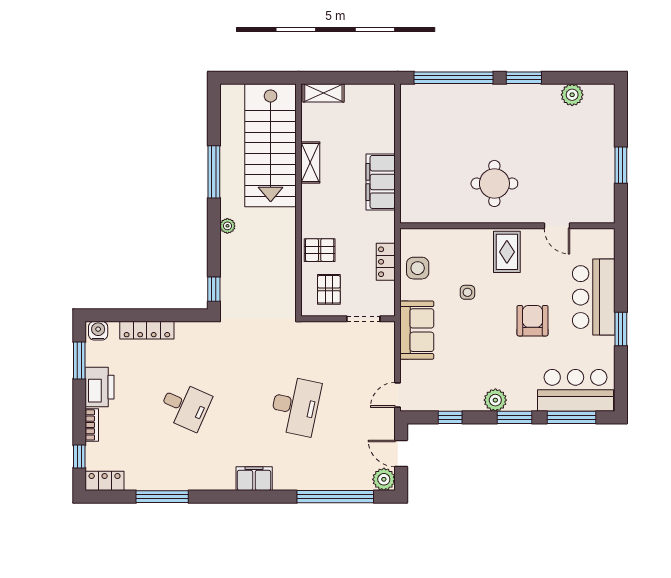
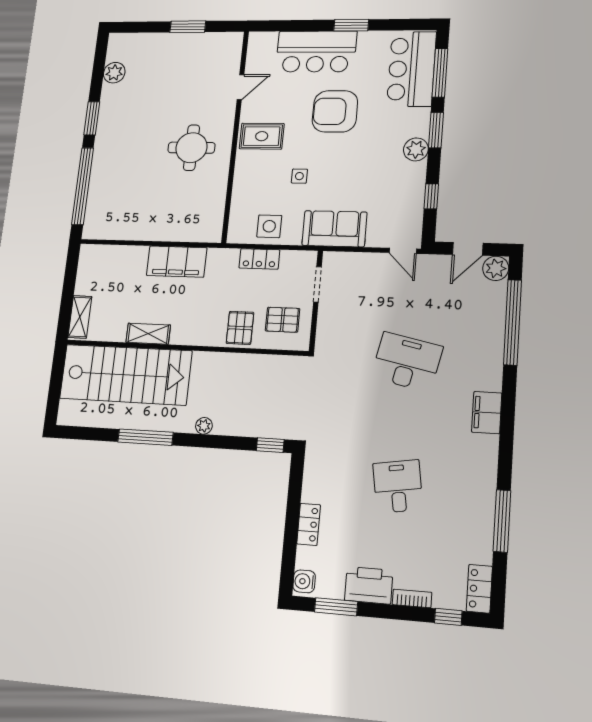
armchair: (532, 321) -> (335, 111), width x1.36, depth x1.36
locker: (147, 330) -> (309, 524), width x0.66
desk: (185, 406) -> (398, 486), turned -33

